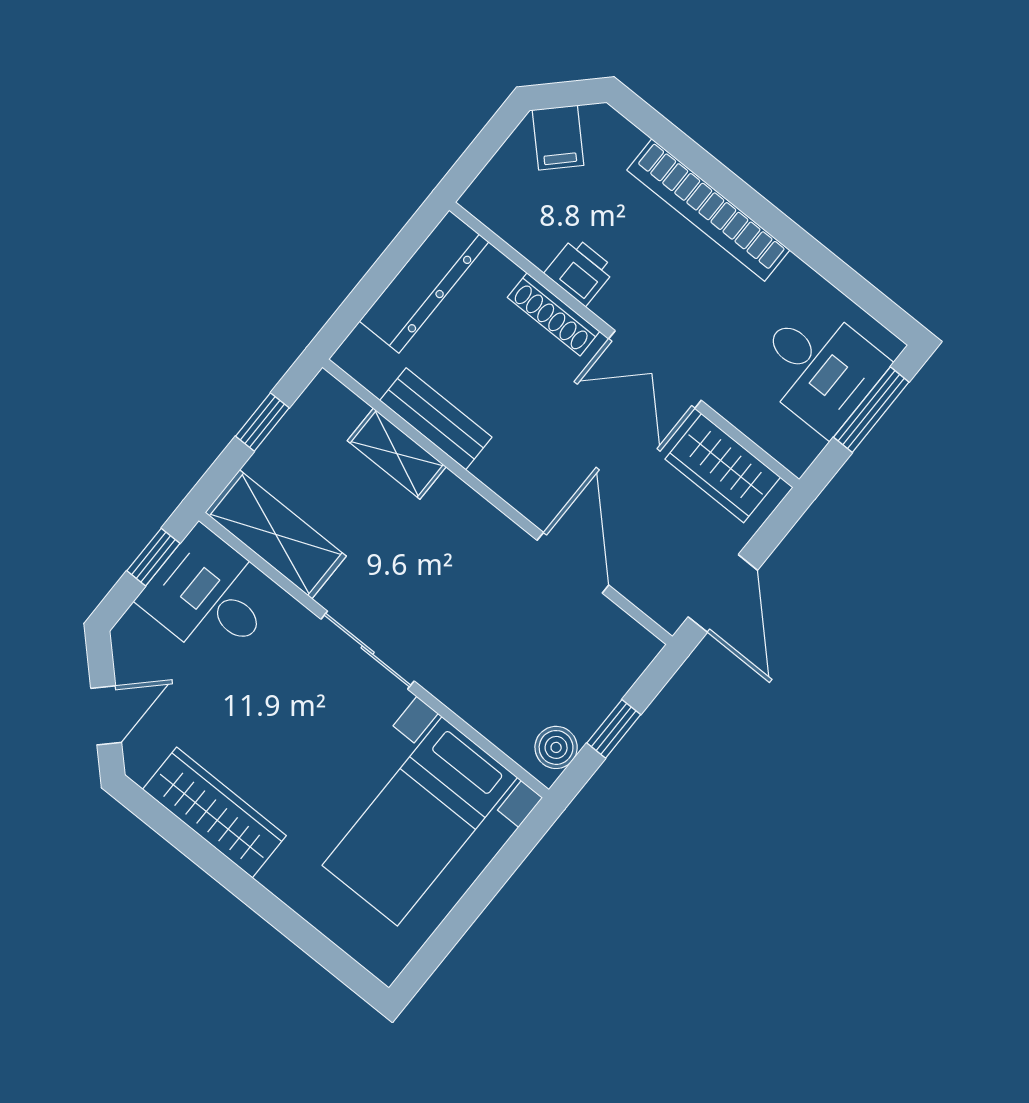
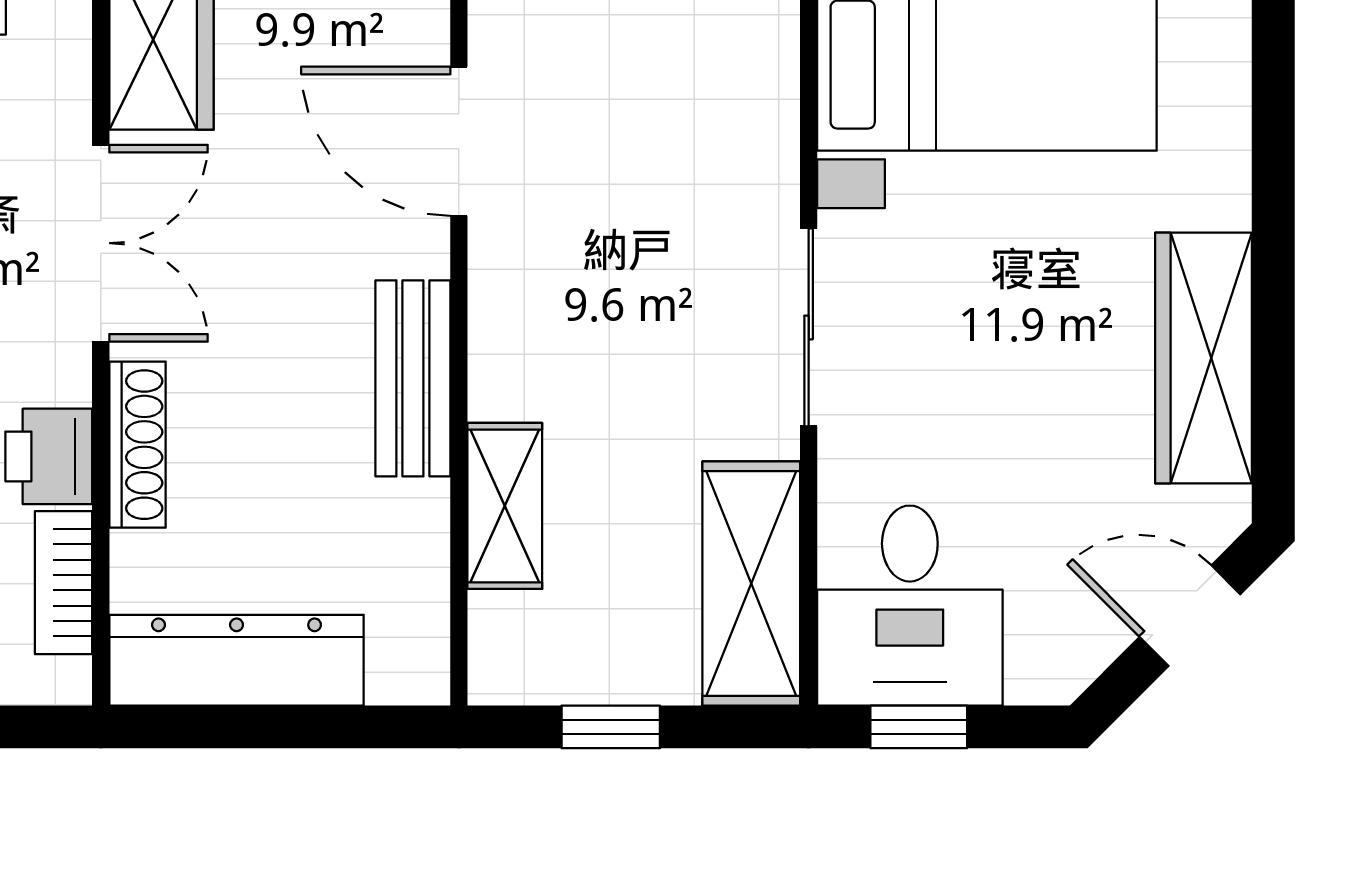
bookcase: (519, 233) -> (64, 583), added
bench: (436, 419) -> (413, 378), moved
door: (573, 563) -> (459, 141), hinge flipped

